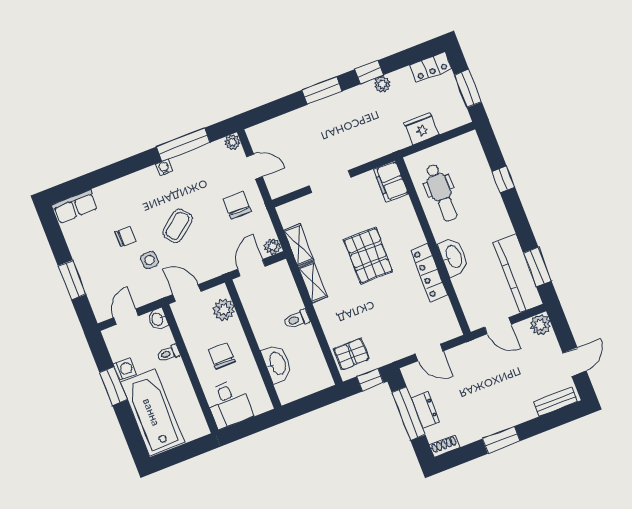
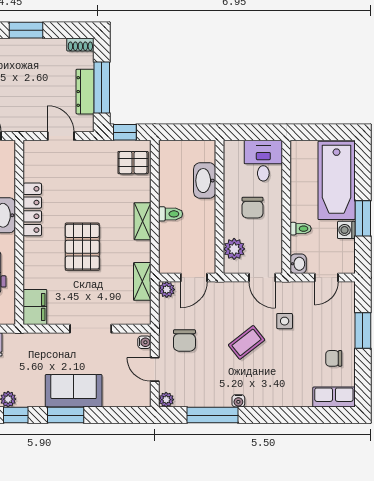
sofa: (323, 116) -> (74, 391), added
water cooler: (274, 188) -> (144, 342), added
chair: (125, 236) -> (334, 358), moved
shelving: (313, 282) -> (142, 221), moved
dresser: (425, 410) -> (85, 92), width x1.44

